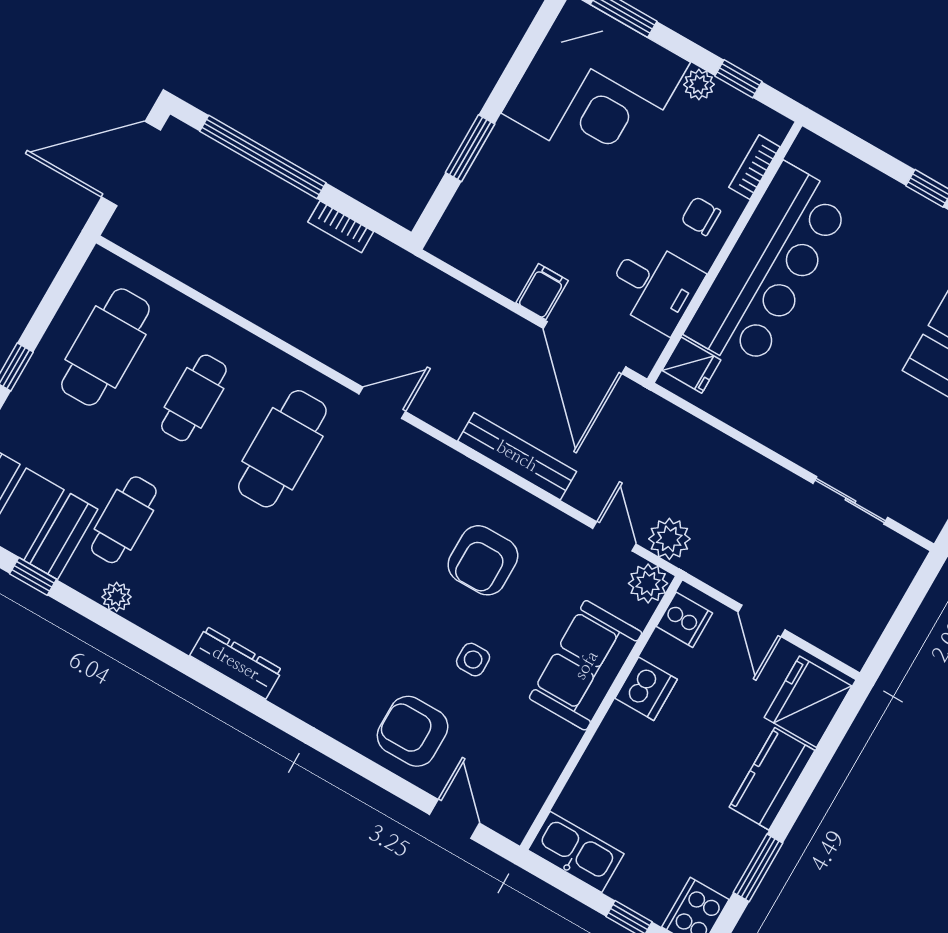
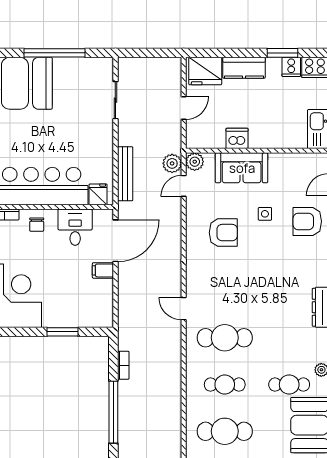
bench: (517, 456) -> (125, 174), moved
cooker: (684, 620) -> (291, 67), moved, turned 180
armchair: (413, 731) -> (307, 221), turned 90

